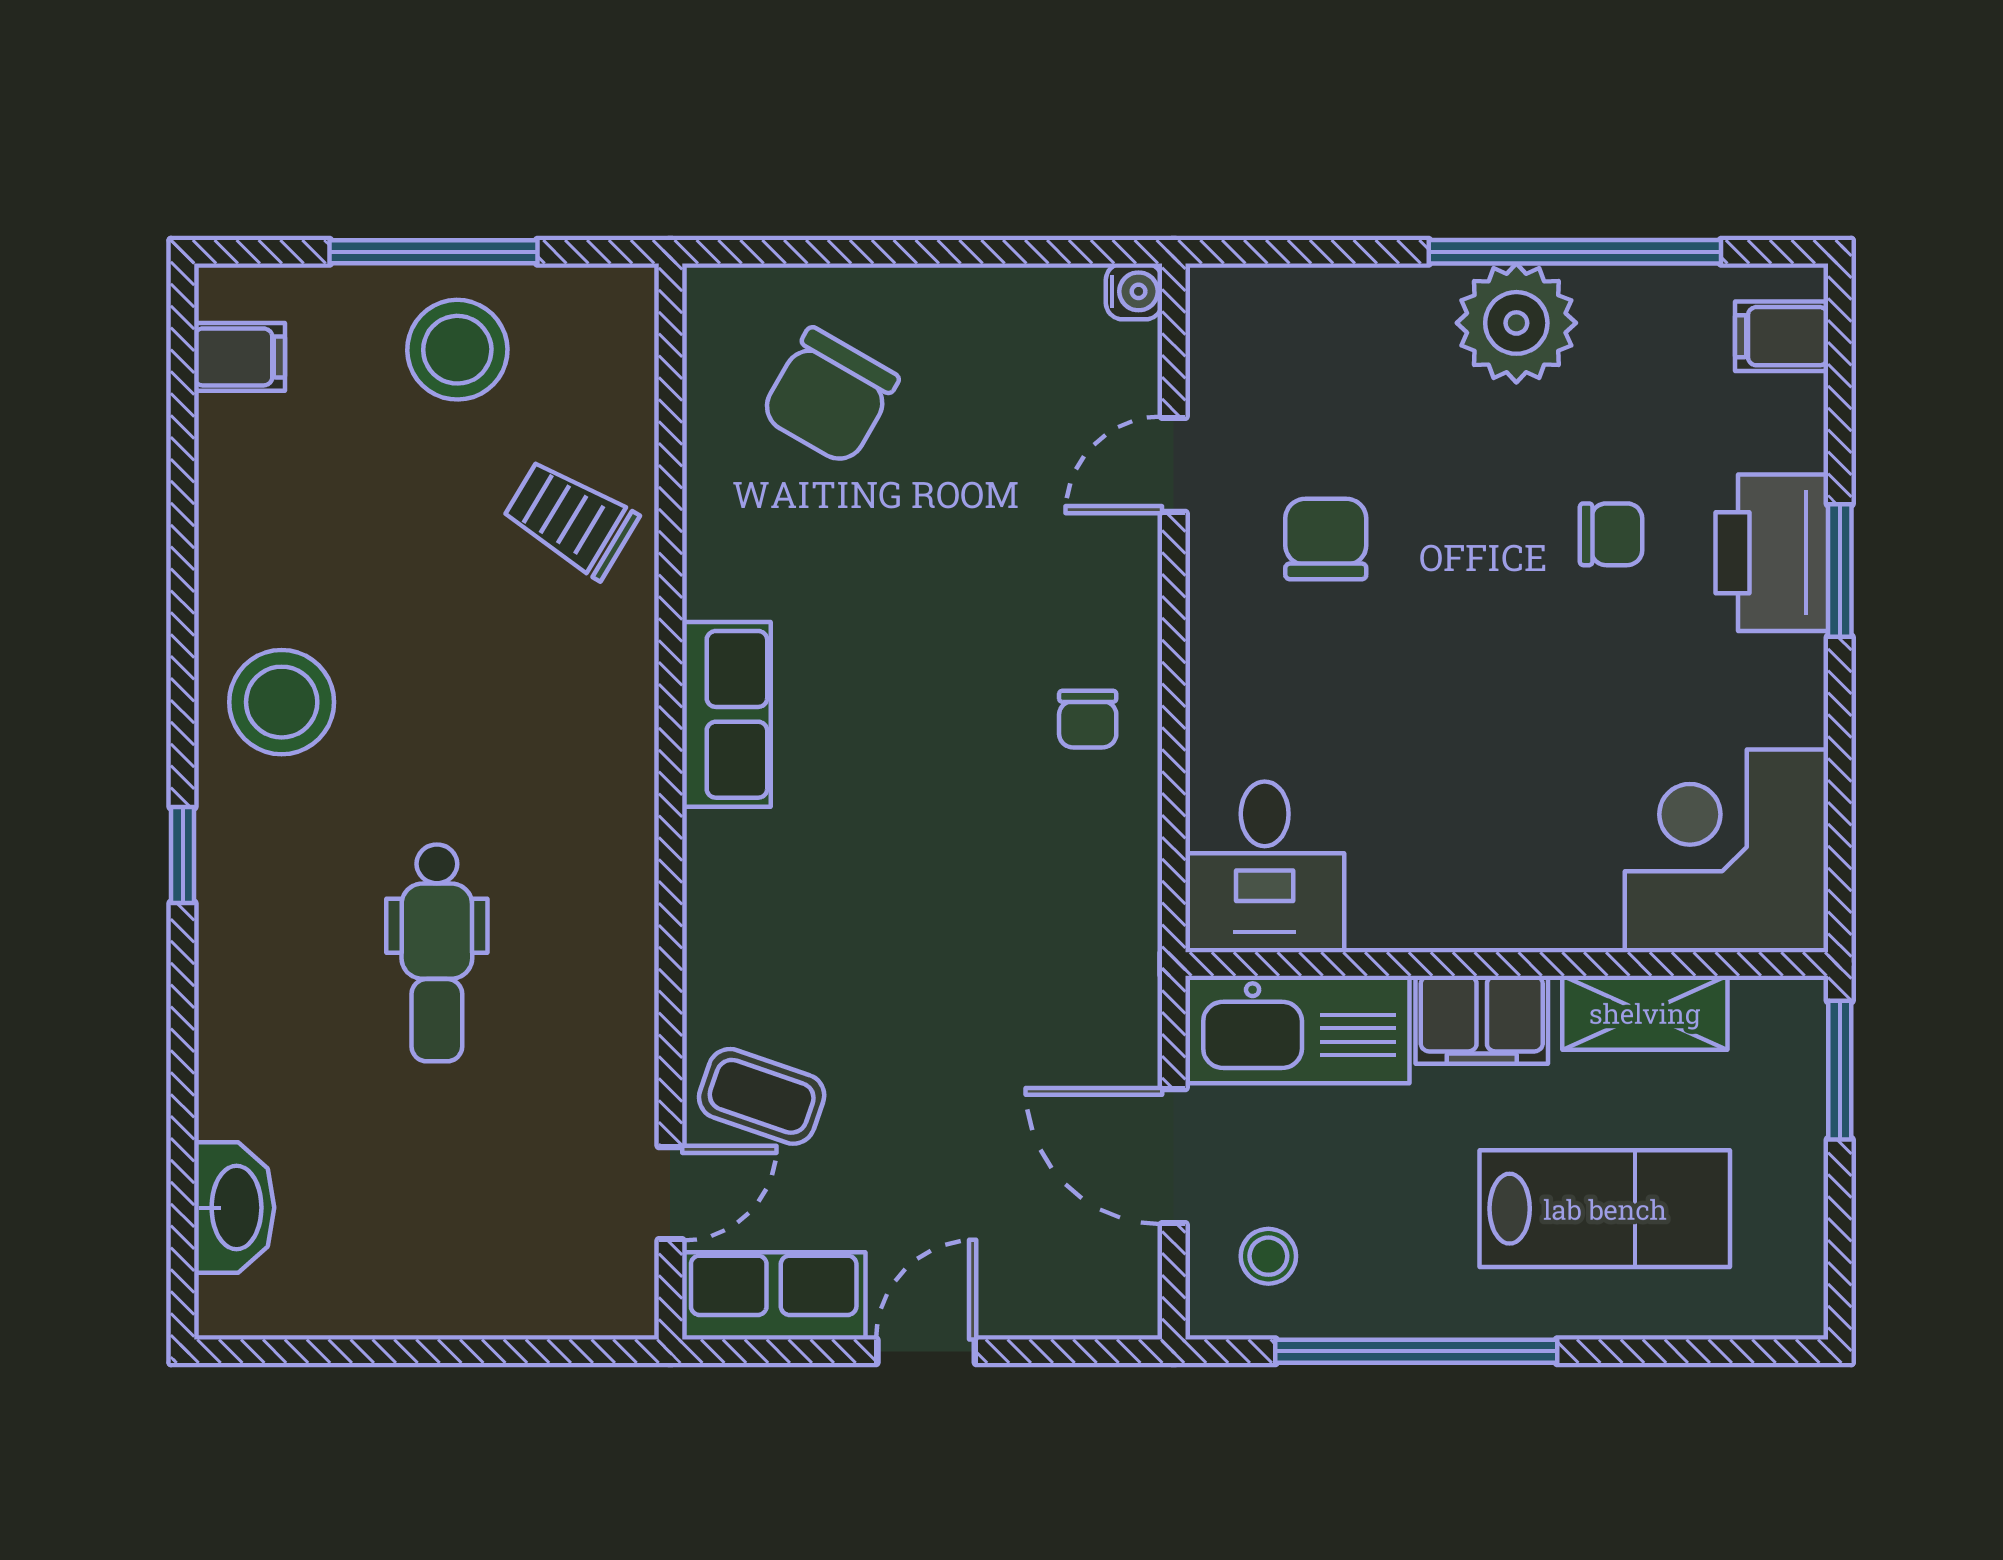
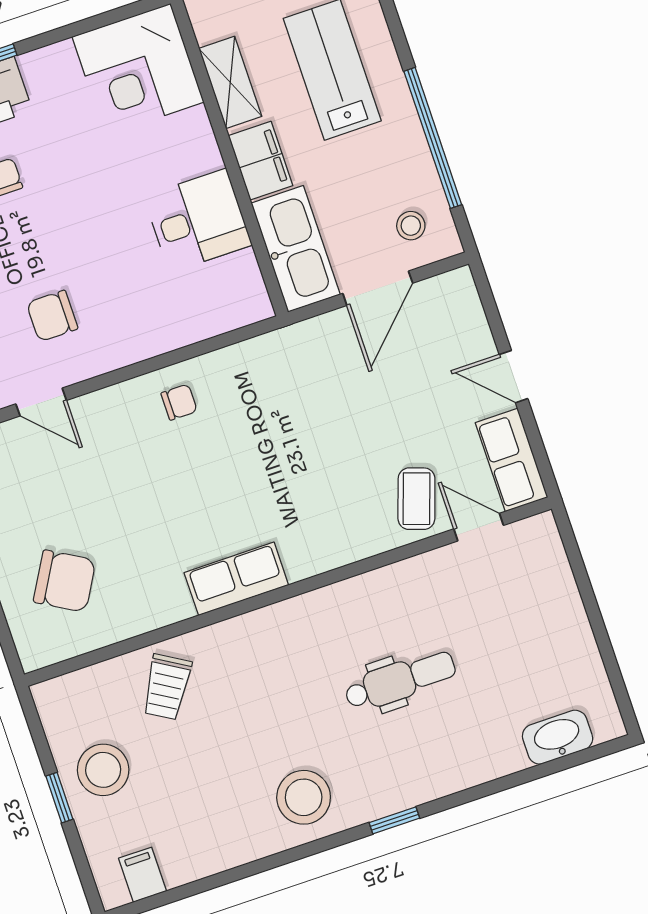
window: (433, 252) -> (59, 798), width x0.46
desk: (1265, 867) -> (198, 220), moved

